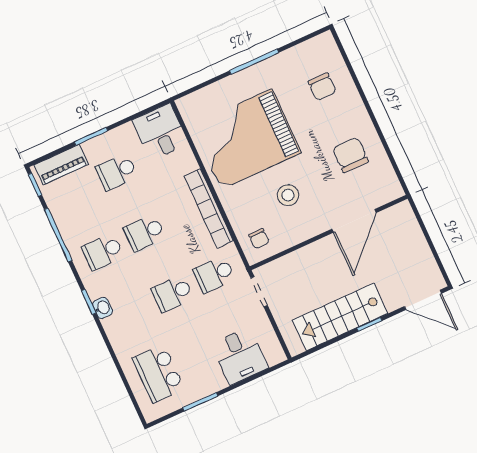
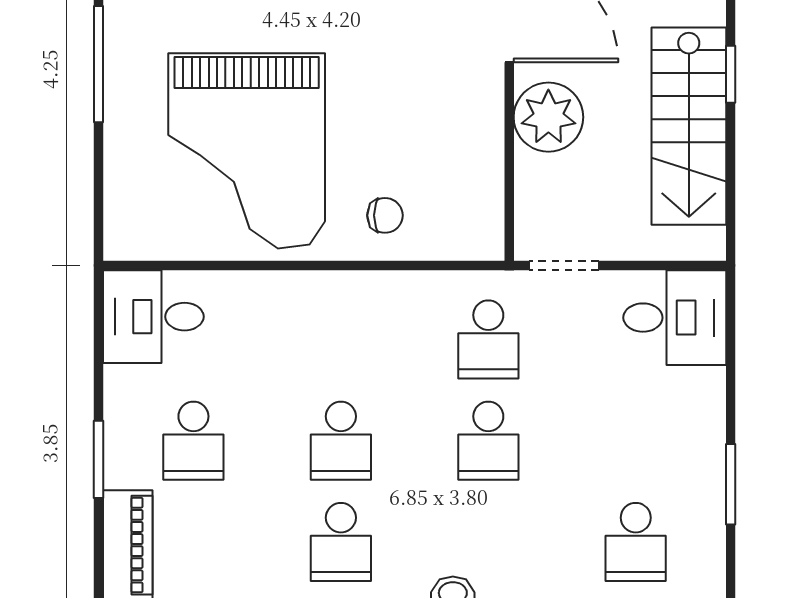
stool: (288, 195) -> (397, 119), removed
bookcase: (209, 208) -> (351, 290), removed
chair: (259, 239) -> (385, 215), moved
plant: (317, 257) -> (548, 117), added
desk: (240, 356) -> (675, 318), moved
school desk: (158, 374) -> (636, 542), width x0.54

